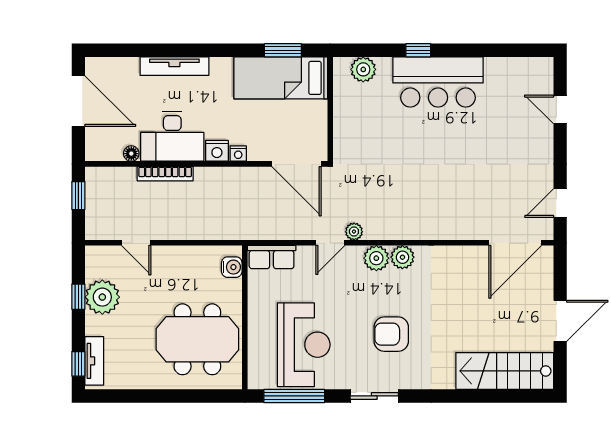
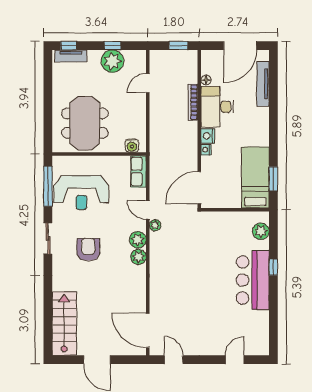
tv unit: (174, 66) -> (263, 84), moved

